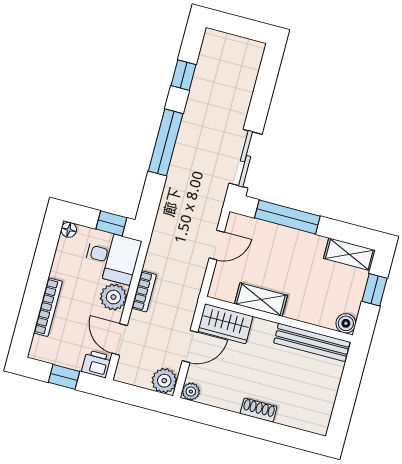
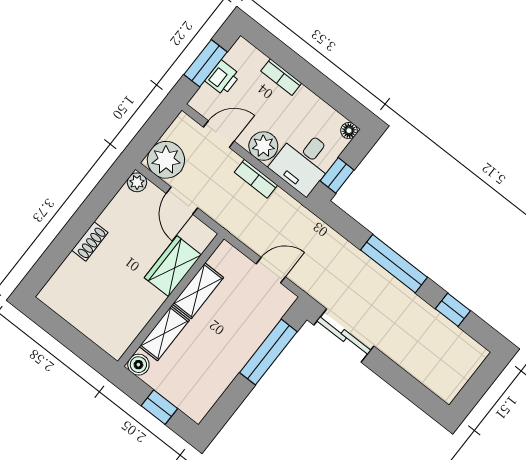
door: (217, 245) -> (271, 270), swing flipped
shelving: (349, 254) -> (164, 333), moved
bookcase: (48, 307) -> (281, 77), width x0.64
wardrobe: (225, 324) -> (173, 266), moved
bench: (312, 342) -> (134, 323), removed
printer: (96, 364) -> (223, 78), moved
window: (64, 377) -> (206, 63), width x1.50
plant: (164, 381) -> (166, 160), width x1.36, depth x1.36

